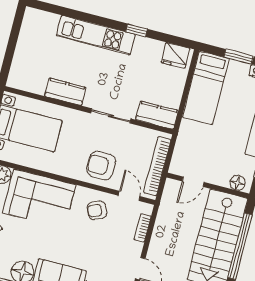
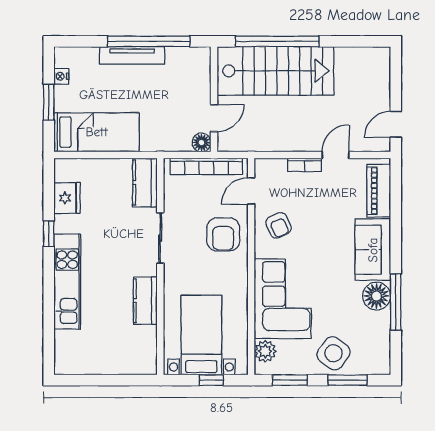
fridge: (175, 56) -> (67, 198), moved
door: (193, 182) -> (214, 118), hinge flipped
floor lamp: (238, 183) -> (201, 142), moved
bookcase: (143, 228) -> (305, 165), moved

